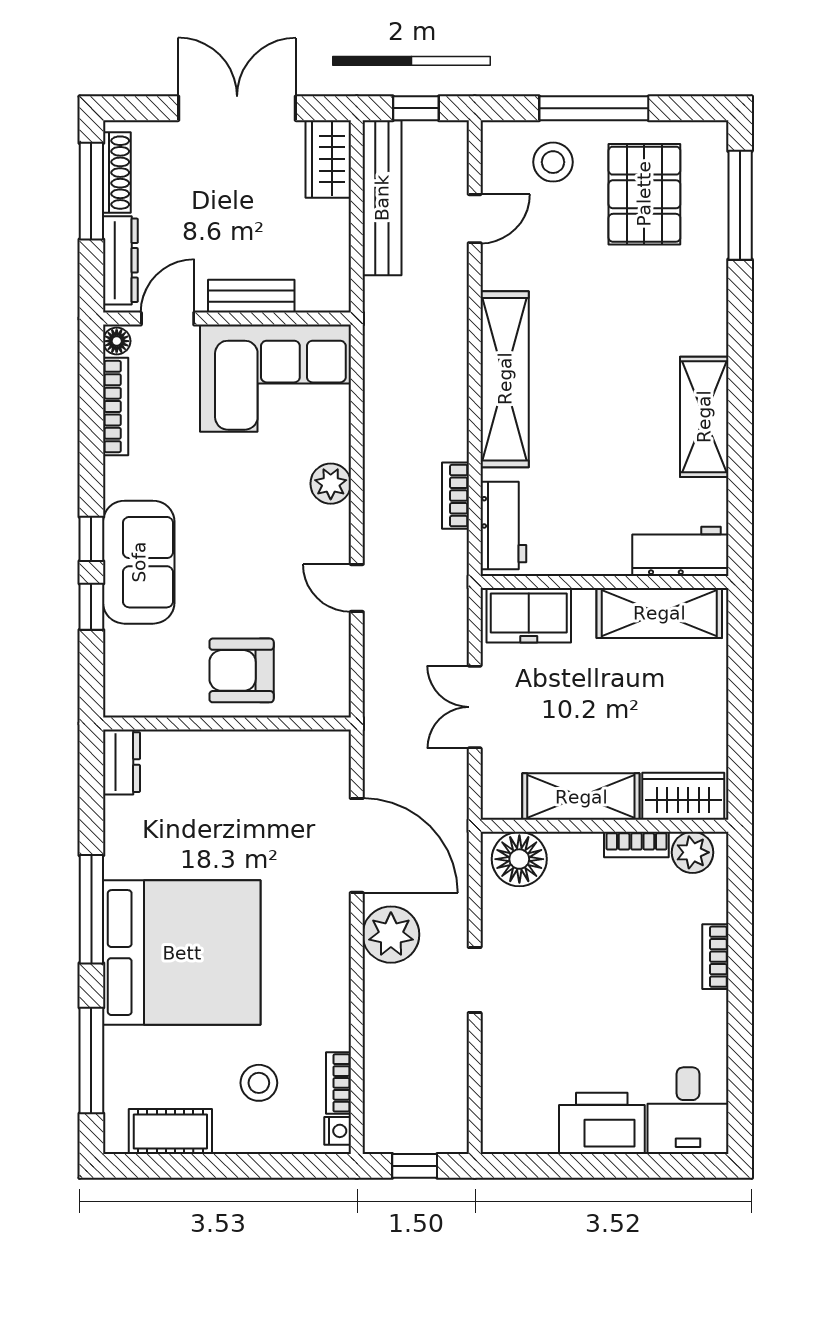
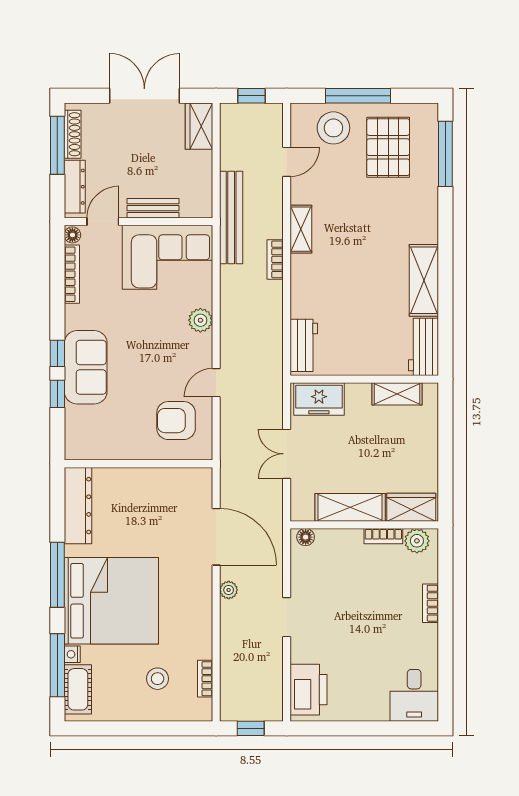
stool: (553, 162) -> (333, 128), width x1.38, depth x1.38
bench: (382, 198) -> (231, 217), moved
shelving: (505, 379) -> (301, 229), width x0.45, depth x0.75
bookcase: (456, 496) -> (275, 259), moved
workbench: (680, 551) -> (423, 347), moved, turned -90
door: (357, 588) -> (216, 383), hinge flipped
shelving: (659, 613) -> (397, 394), width x0.67, depth x0.75
armchair: (242, 670) -> (176, 421), moved
dresser: (121, 762) -> (78, 506), width x1.96, depth x1.24
floor lamp: (519, 859) -> (306, 537), width x0.53, depth x0.53
plant: (391, 935) -> (229, 590), width x0.53, depth x0.53
printer: (602, 1123) -> (308, 690), moved, turned 90
nightstand: (338, 1131) -> (72, 654), moved, turned 180
cot: (170, 1132) -> (78, 689), moved, turned 90

